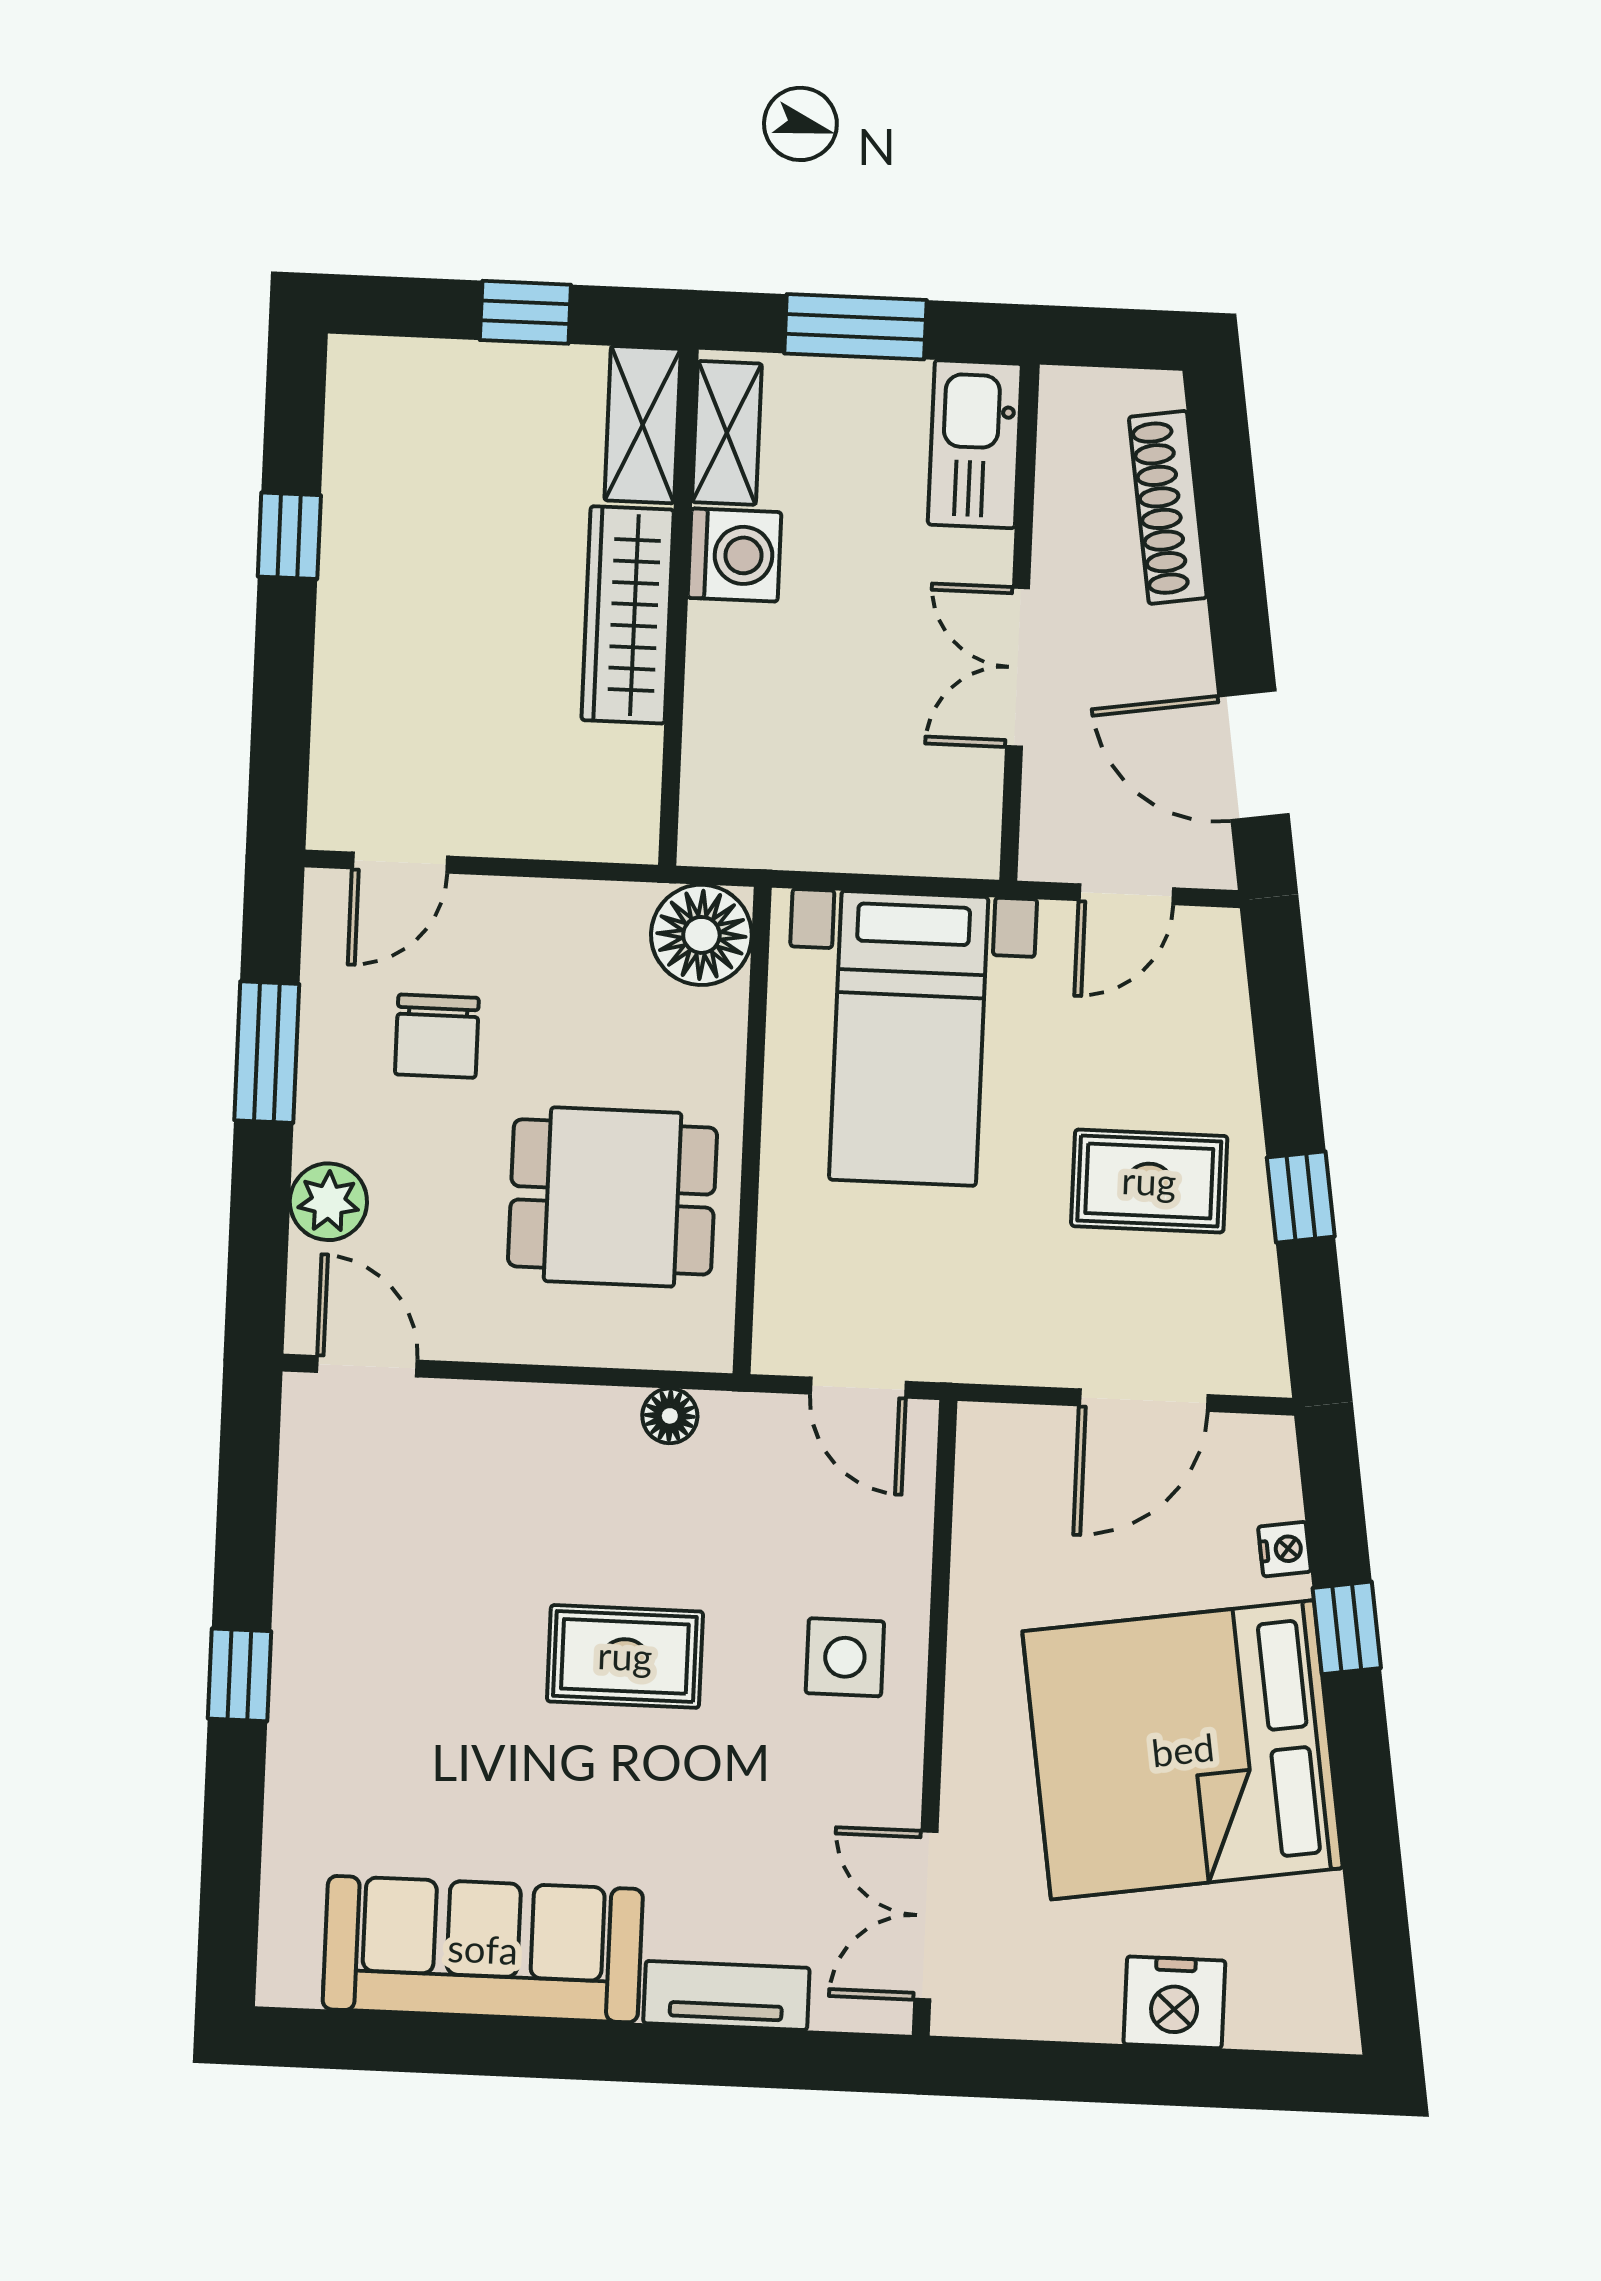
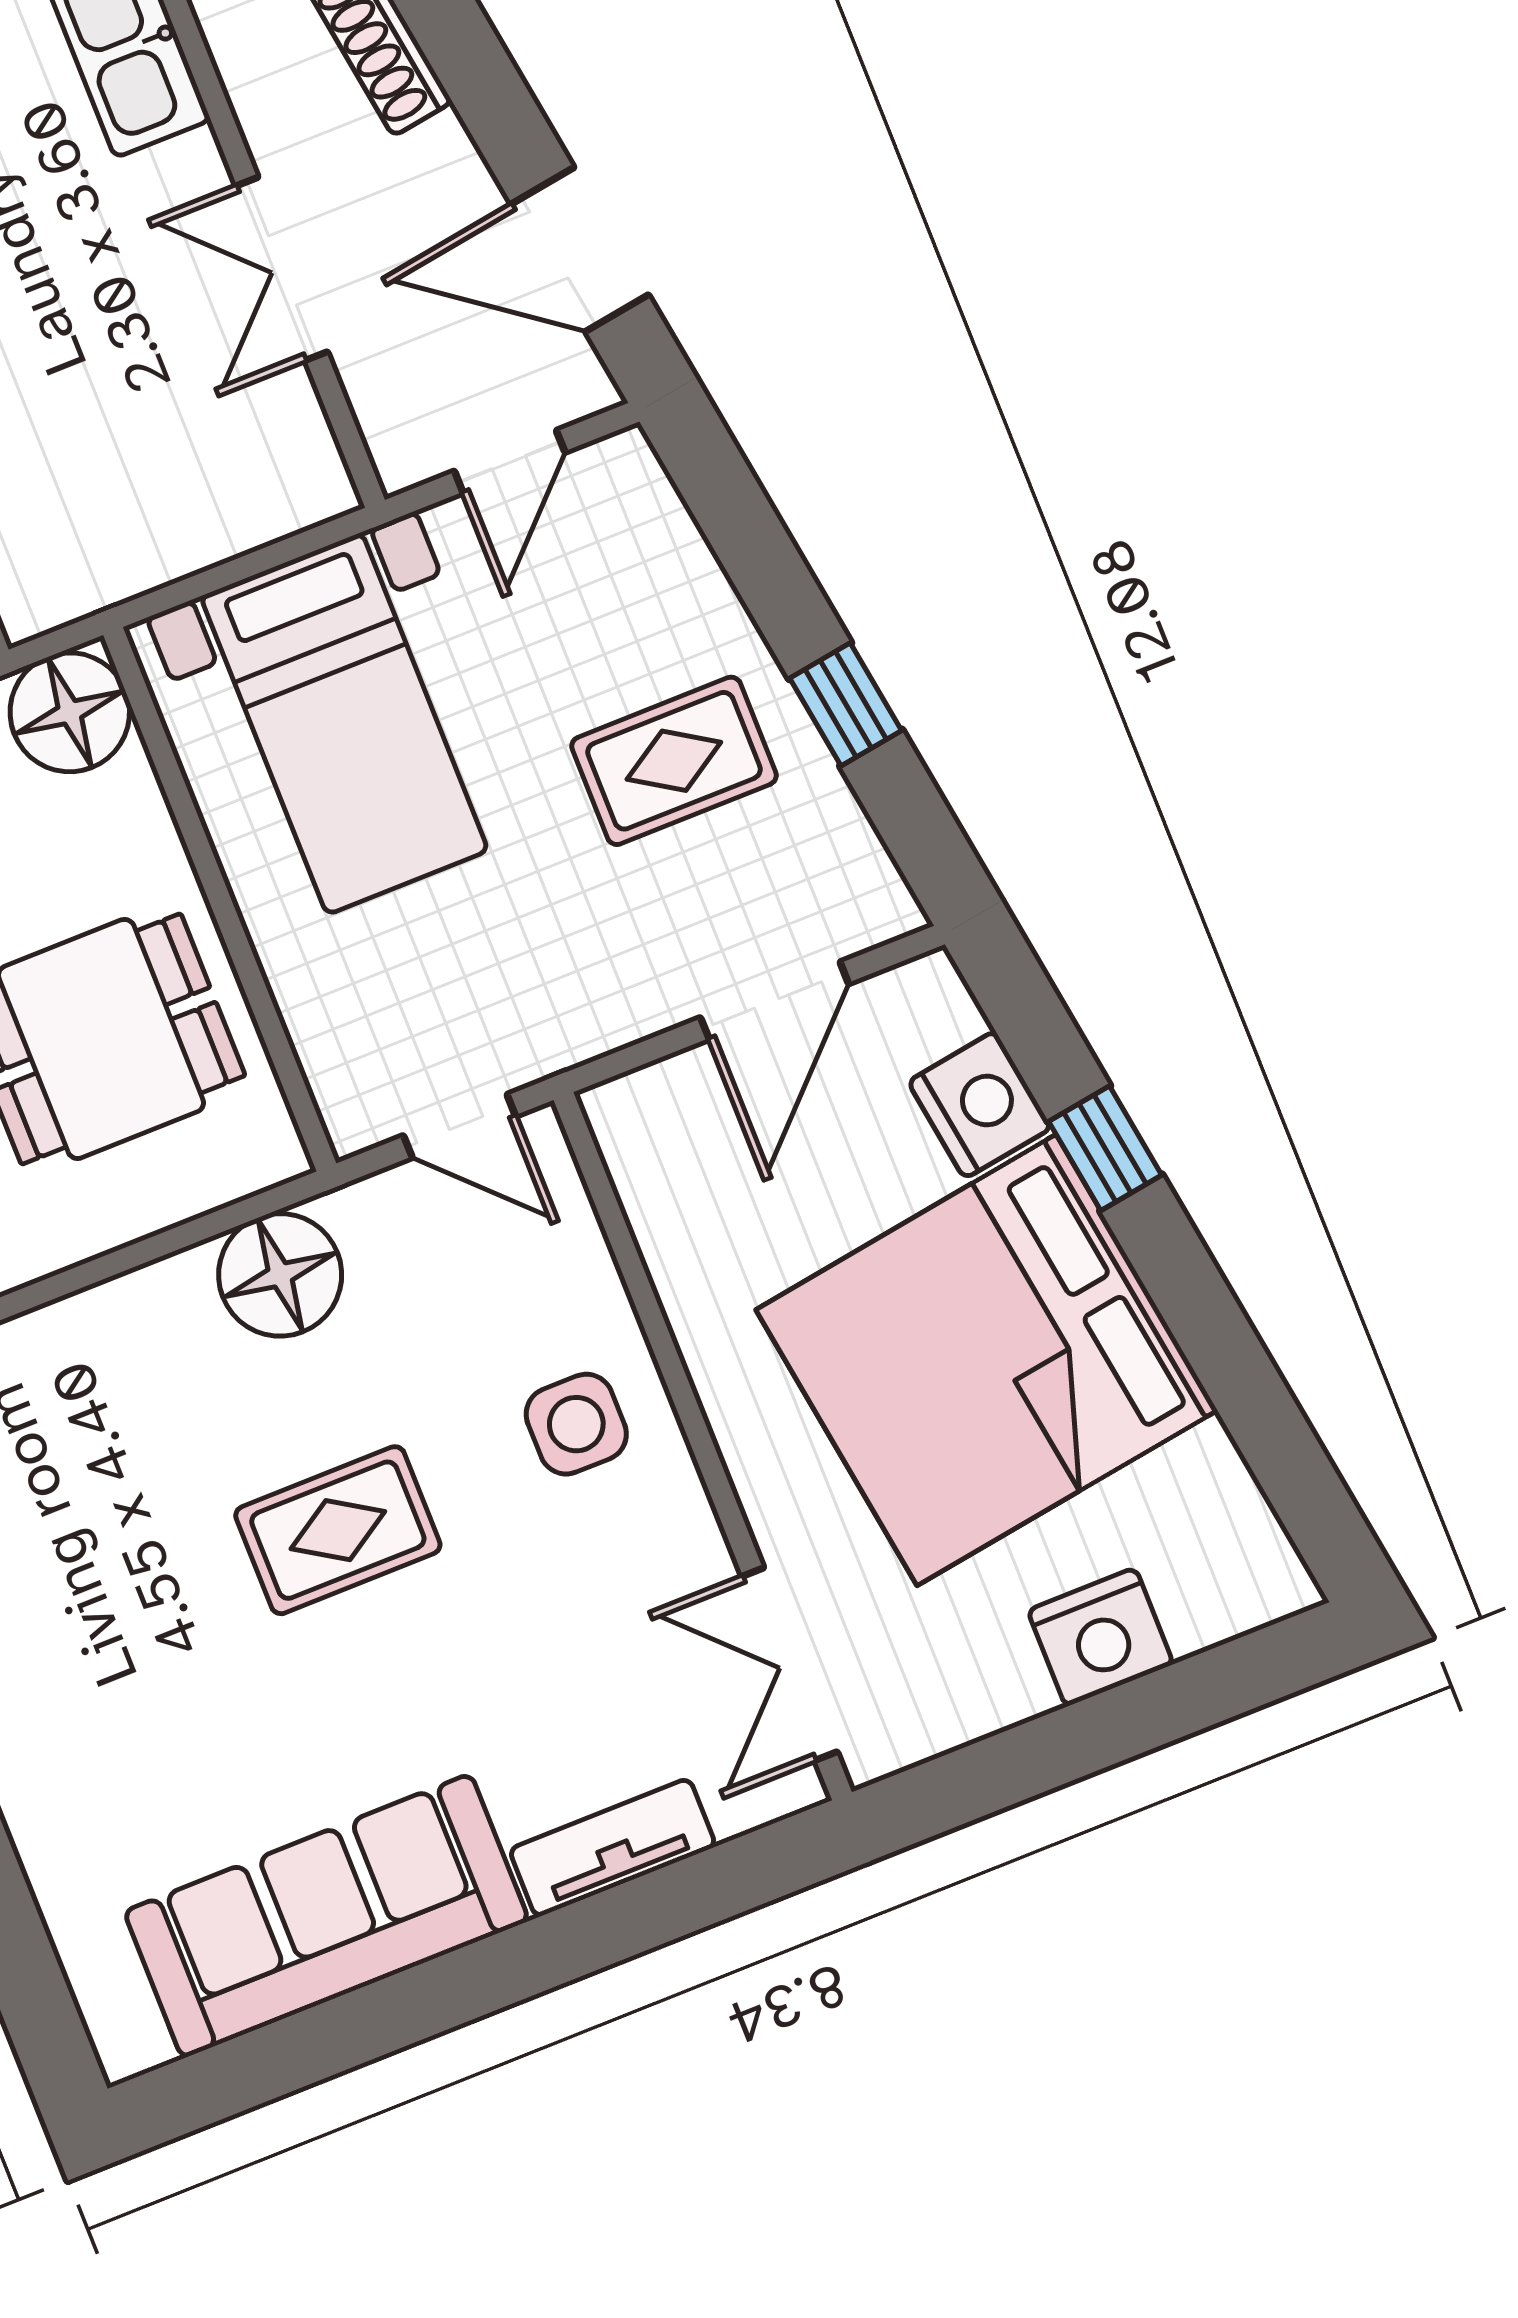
floor lamp: (670, 1416) -> (280, 1275), width x1.89, depth x1.89
nightstand: (1284, 1549) -> (980, 1105), width x1.89, depth x1.79

